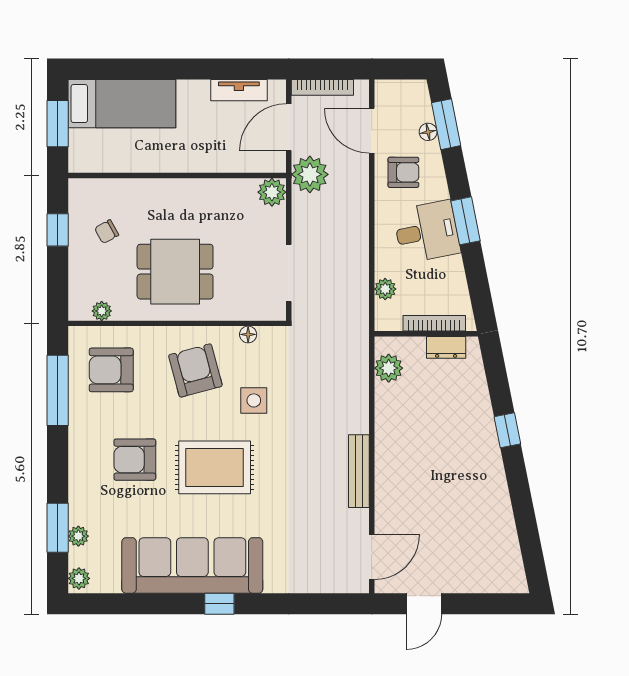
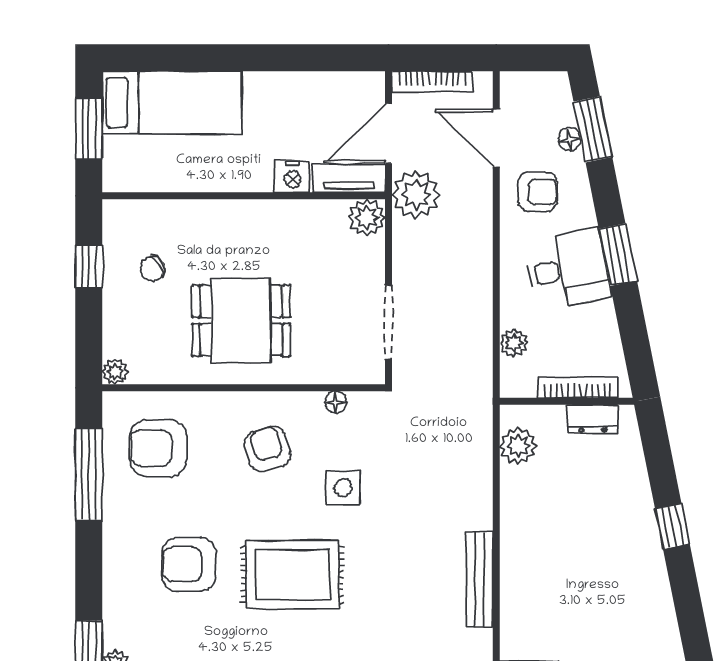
tv unit: (239, 90) -> (349, 179), moved, turned 180
nightstand: (215, 161) -> (292, 177), added
plant: (102, 311) -> (115, 372), moved
armchair: (195, 370) -> (268, 449), width x0.72, depth x0.72

